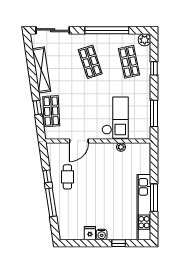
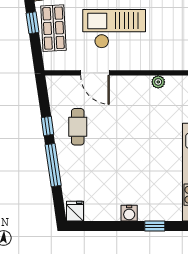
checkout: (115, 118) -> (114, 29), moved, turned -90
door: (79, 141) -> (95, 73), hinge flipped
fridge: (90, 233) -> (75, 211), moved

